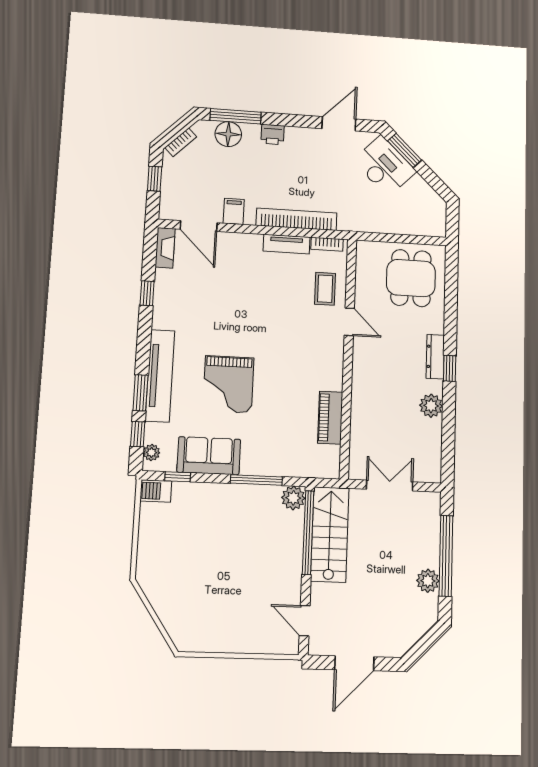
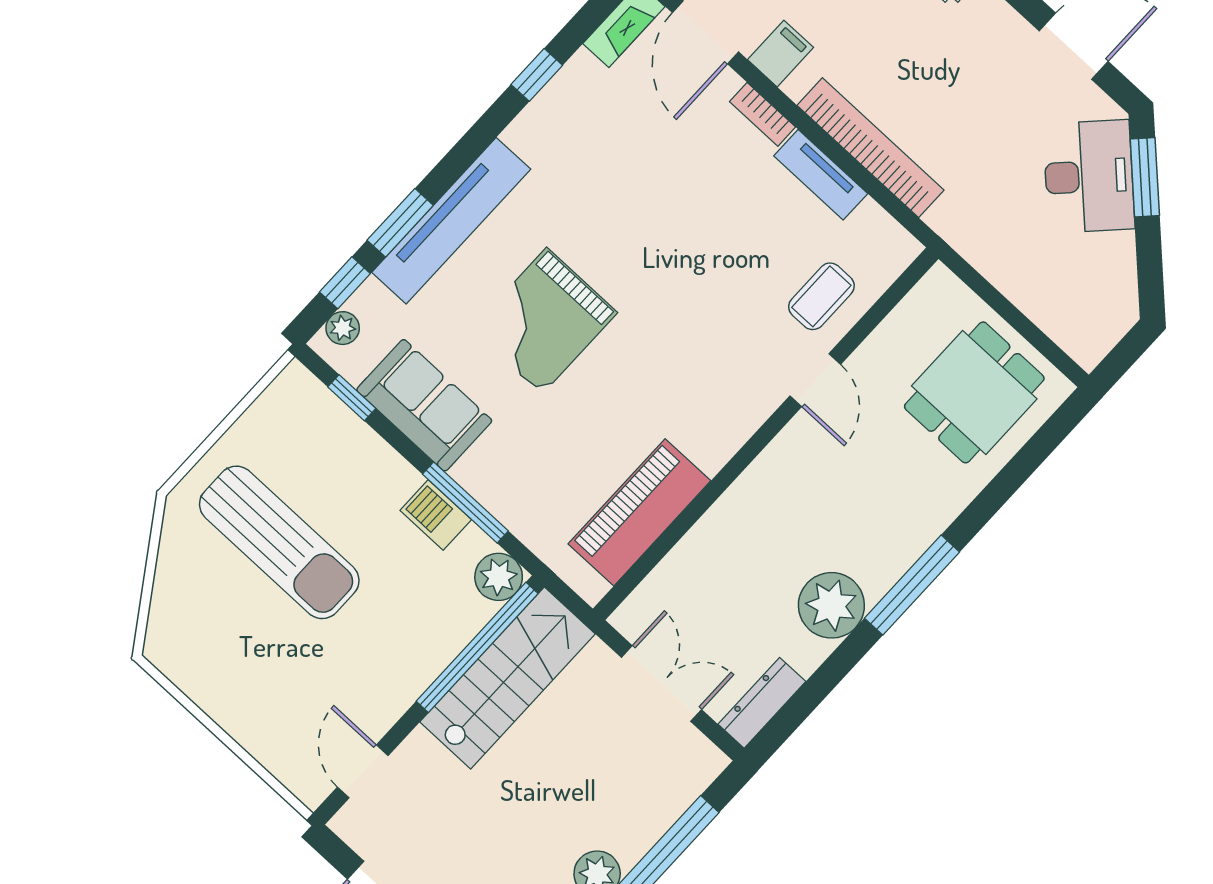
bookcase: (327, 244) -> (762, 114), moved
dresser: (435, 357) -> (762, 703), moved
window: (450, 368) -> (912, 585), width x2.17
plant: (431, 406) -> (831, 605), width x1.36, depth x1.36
piano: (330, 418) -> (639, 512), width x1.37, depth x1.33
barbecue: (156, 491) -> (436, 515), moved
sun lounger: (196, 558) -> (279, 542), added

